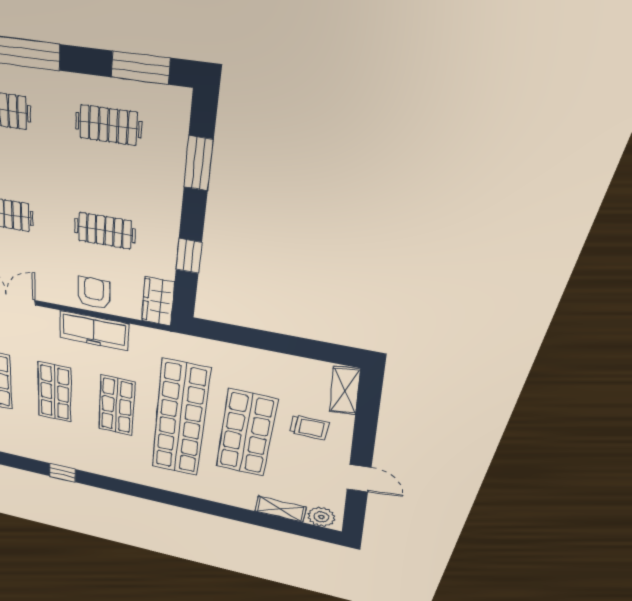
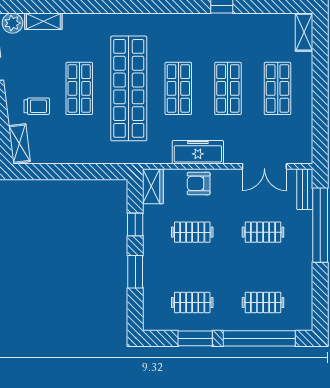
window: (140, 68) -> (195, 338), moved
window: (198, 164) -> (135, 272), moved
armchair: (94, 293) -> (199, 183), turned 90
trolley: (309, 427) -> (37, 106), turned 180
shop shelf: (246, 434) -> (79, 88), width x0.70, depth x0.74

